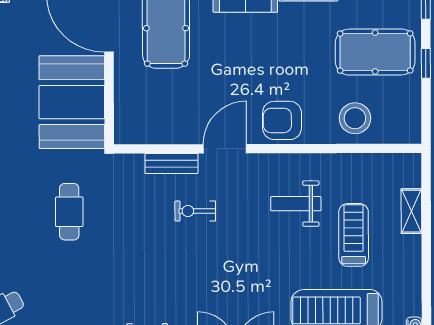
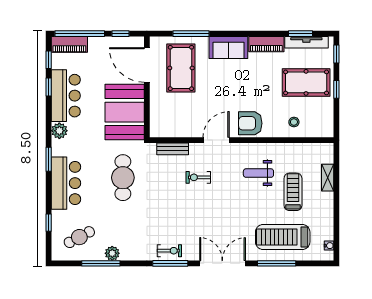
stool: (355, 118) -> (294, 122), width x0.53, depth x0.53
bench: (171, 164) -> (173, 149), moved
cafe table: (69, 212) -> (123, 178), width x1.37, depth x1.35

